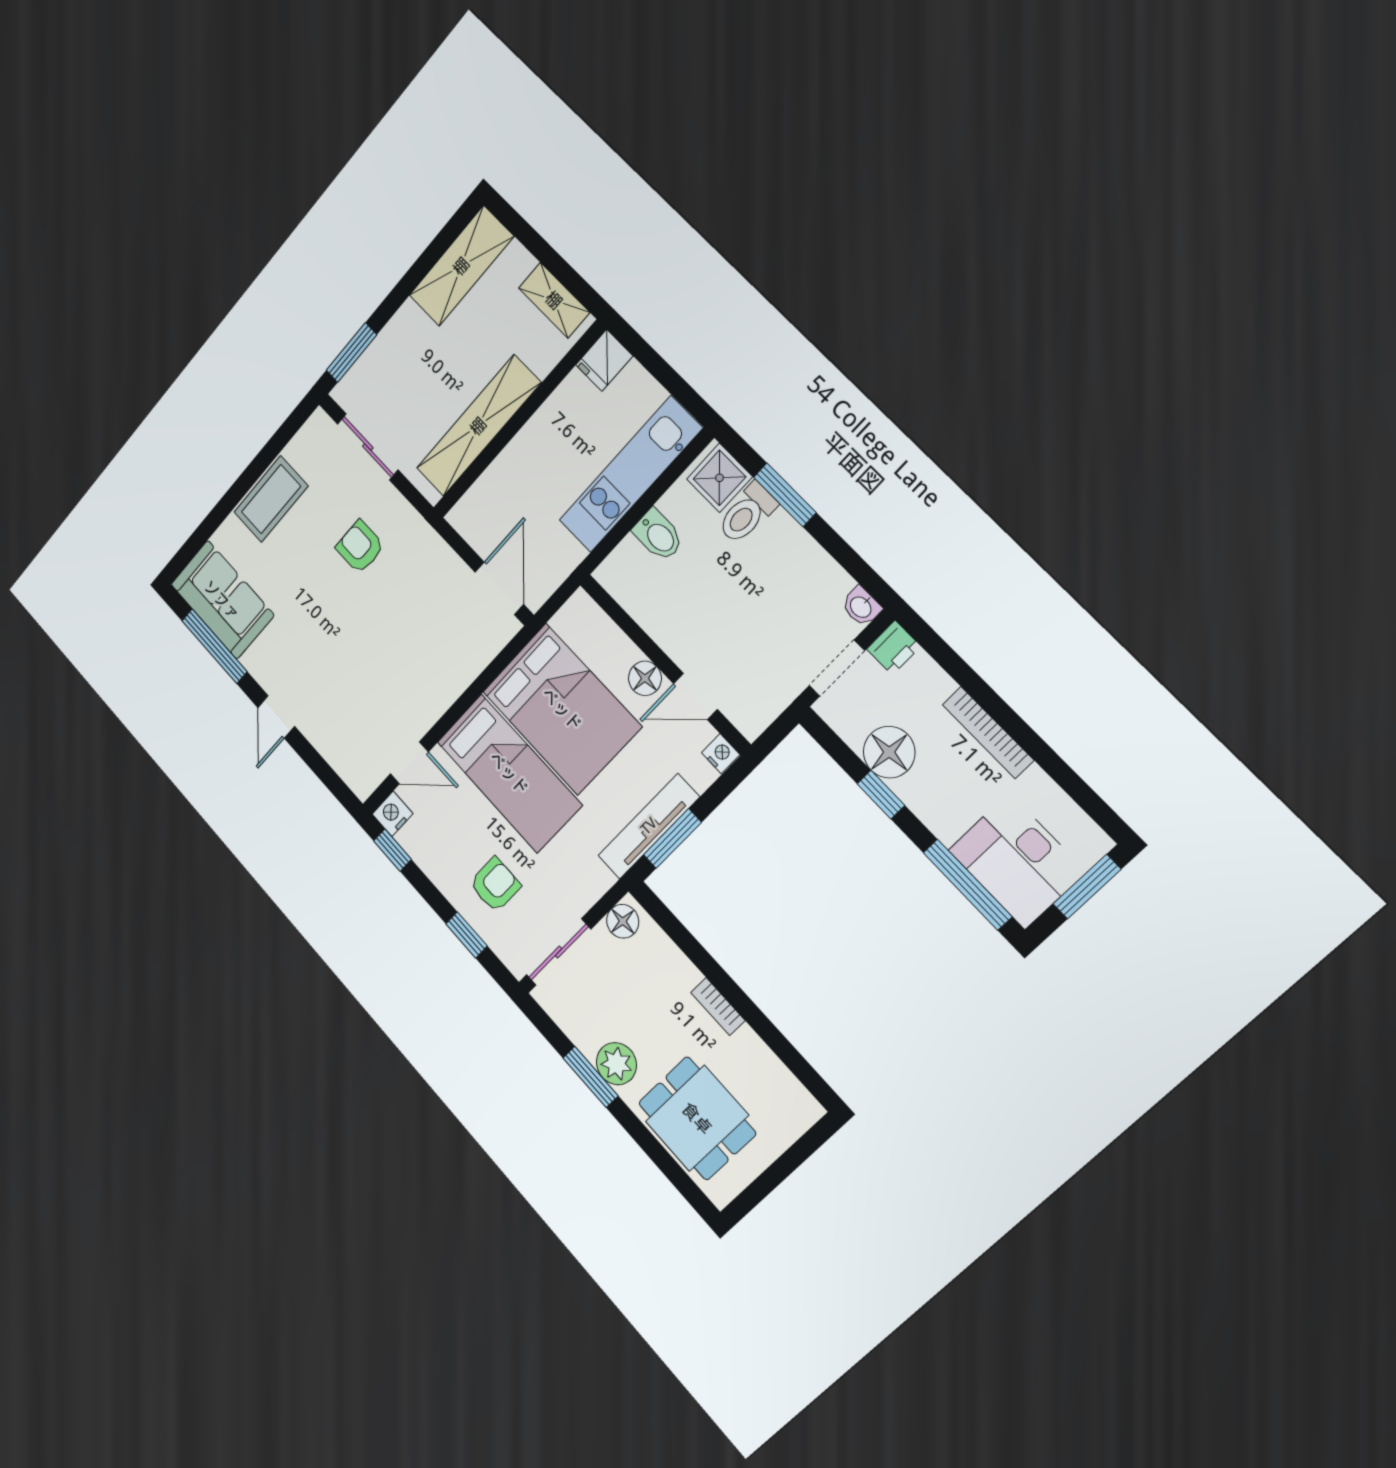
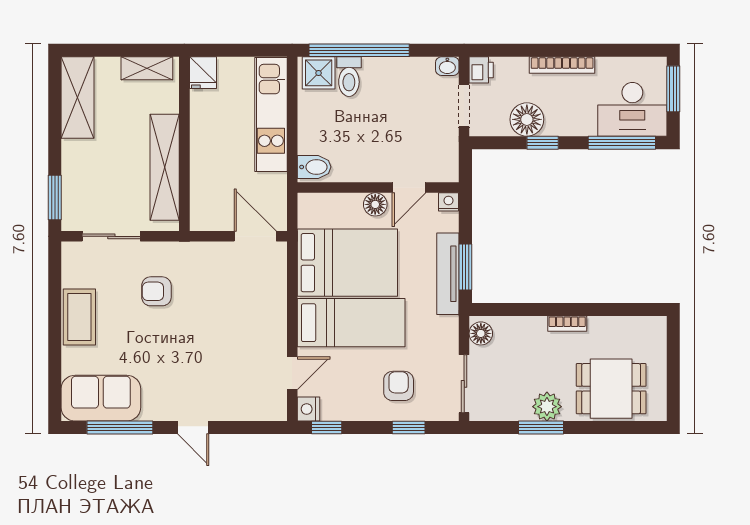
window: (785, 495) -> (359, 50), width x2.11
bidet: (658, 535) -> (314, 167), moved

